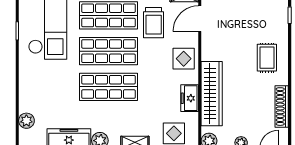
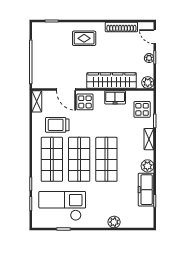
door: (200, 19) -> (66, 90), moved
trolley: (154, 23) -> (57, 125), turned 180
plant: (26, 121) -> (114, 222), moved

